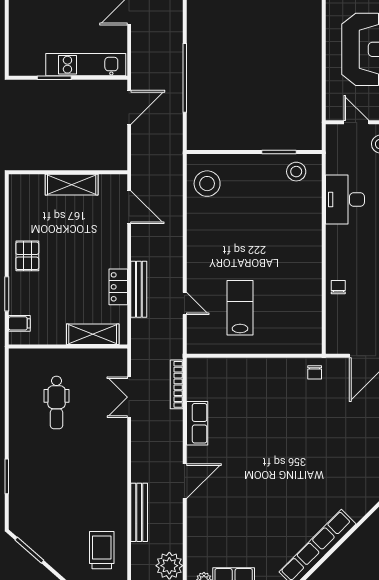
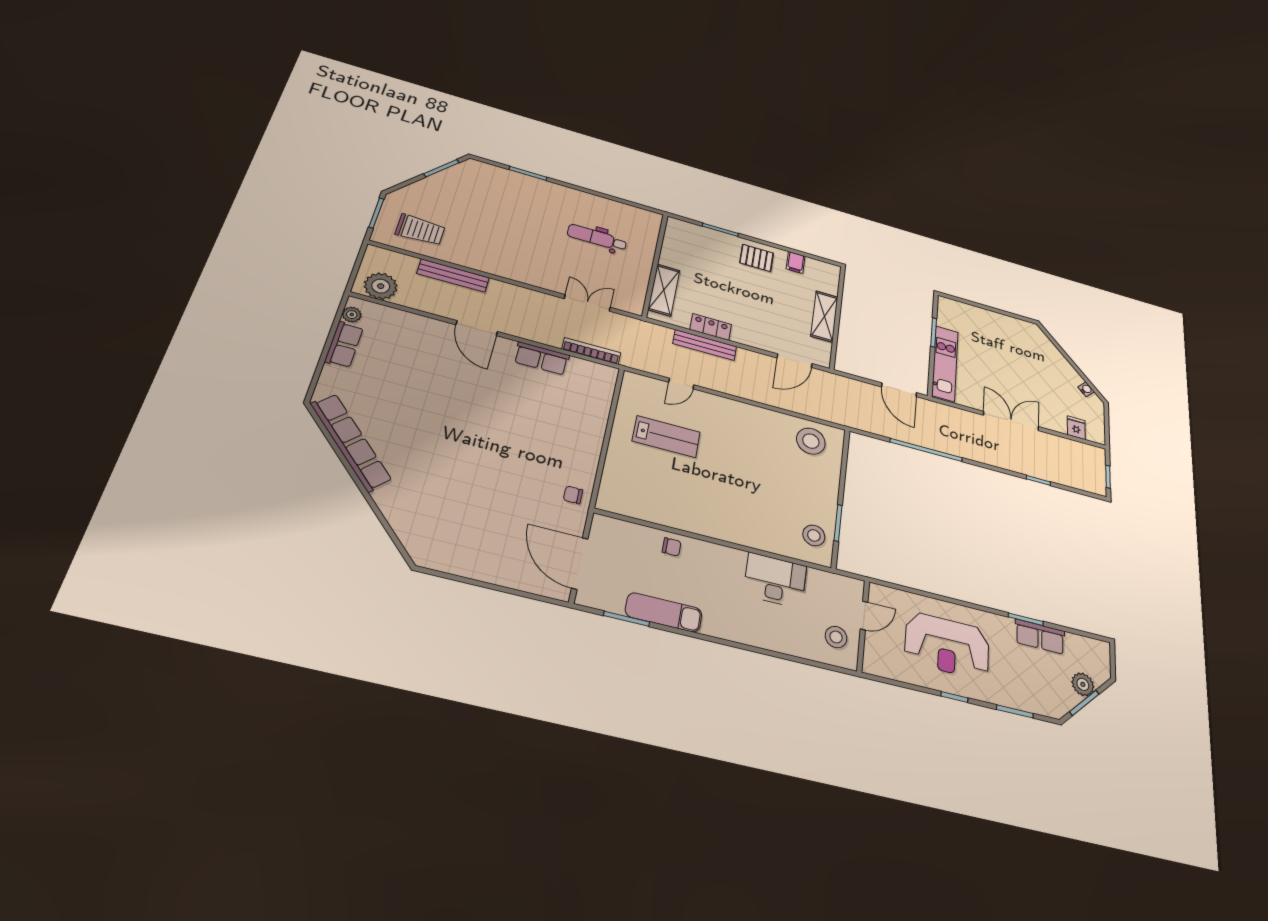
filing cabinet: (19, 323) -> (796, 262), moved

